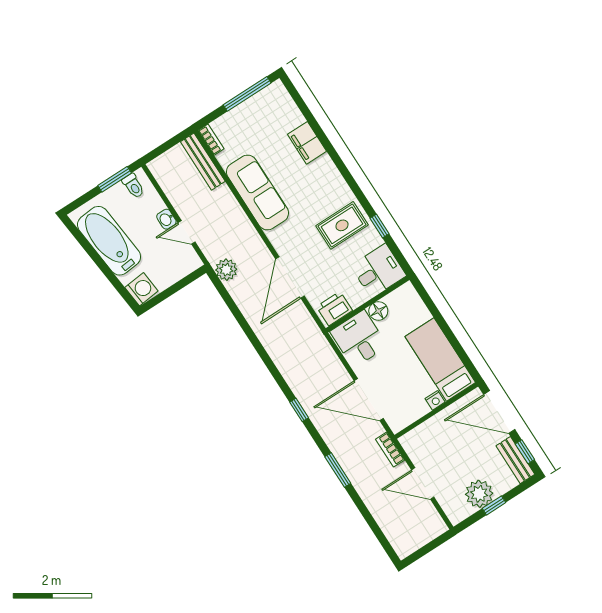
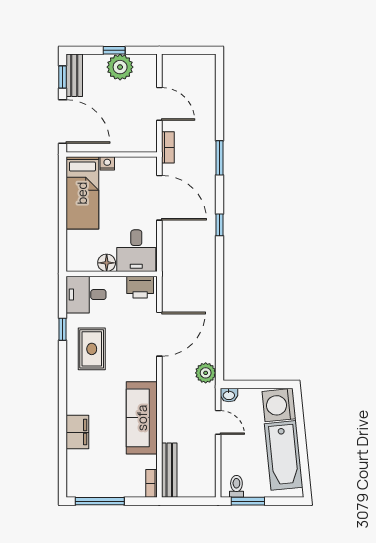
washbasin: (166, 219) -> (229, 395), moved, turned 90
rug: (342, 225) -> (92, 349), turned 90
washing machine: (141, 289) -> (279, 405), width x1.37, depth x1.37

